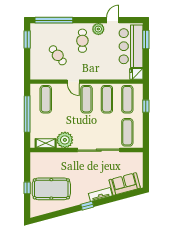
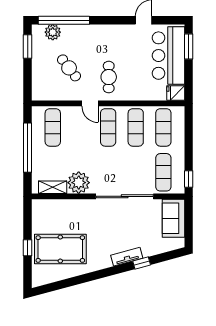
plant: (98, 29) -> (53, 32), moved
cafe table: (82, 41) -> (109, 77), moved
window: (146, 106) -> (189, 179), moved
sofa: (125, 184) -> (173, 218), moved, turned -75
window: (87, 206) -> (142, 263), moved

